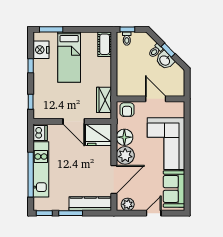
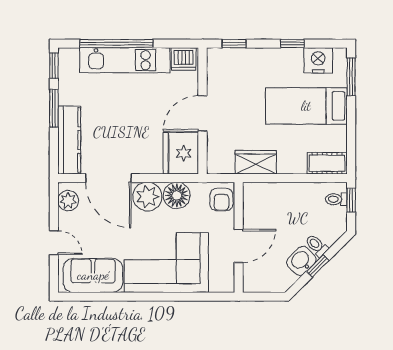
wardrobe: (104, 100) -> (256, 162), moved
armchair: (127, 110) -> (221, 200), turned -90

